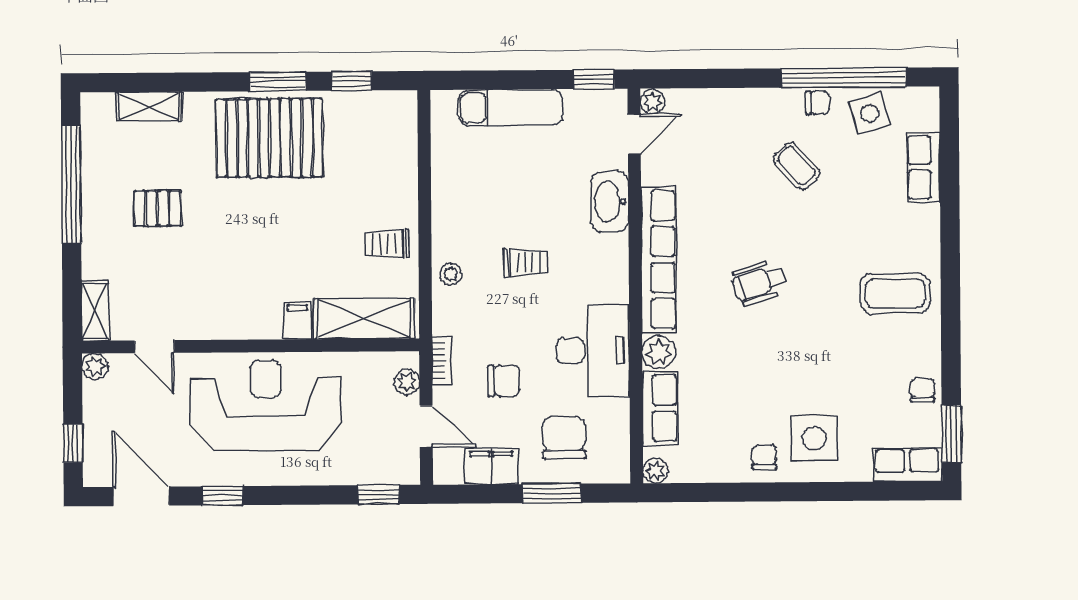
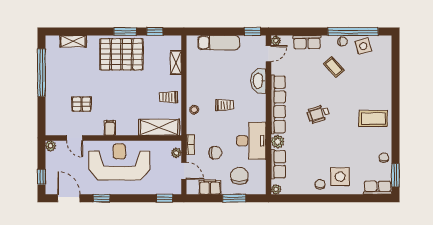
row of seats: (923, 167) -> (307, 42), moved, turned -90
pallet: (158, 208) -> (82, 104), moved
shelving: (95, 311) -> (176, 63), moved
filing cabinet: (297, 321) -> (110, 128), moved

